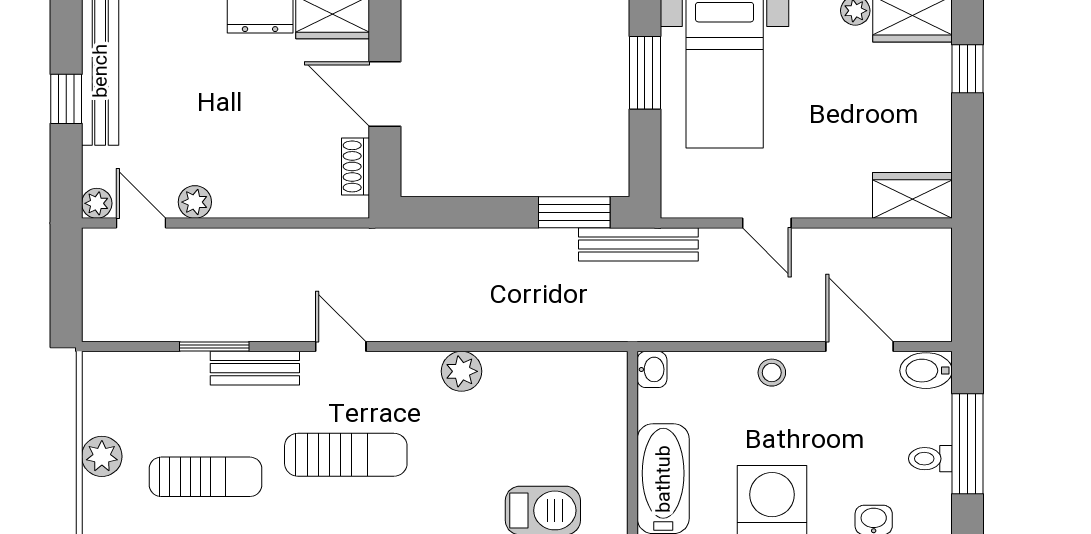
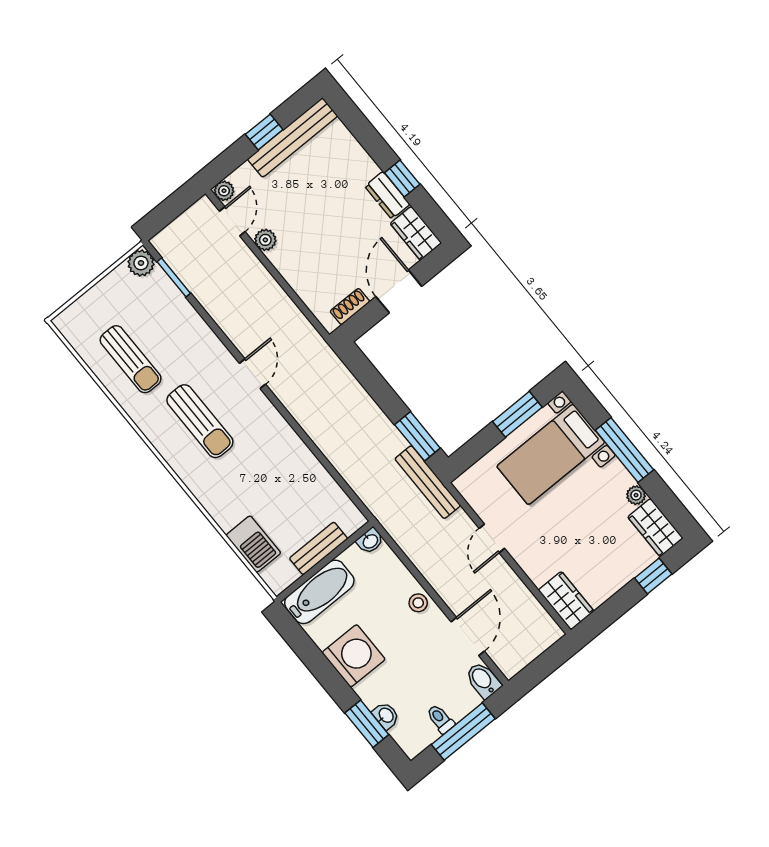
window: (214, 347) -> (174, 277), moved
bench: (255, 368) -> (319, 548), moved, turned 90
plant: (461, 371) -> (290, 445), removed
plant: (102, 456) -> (141, 263), moved

